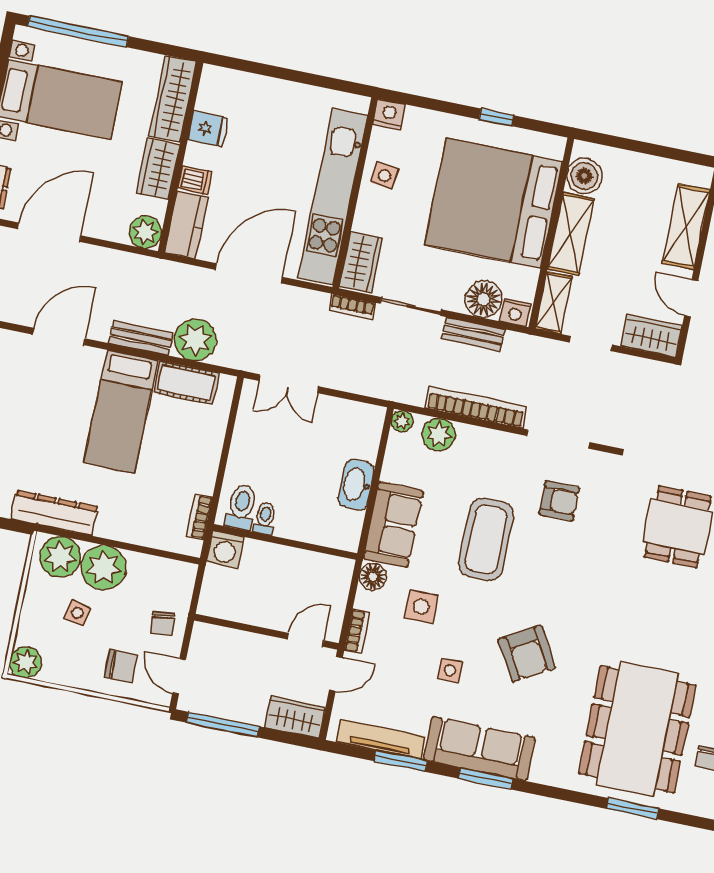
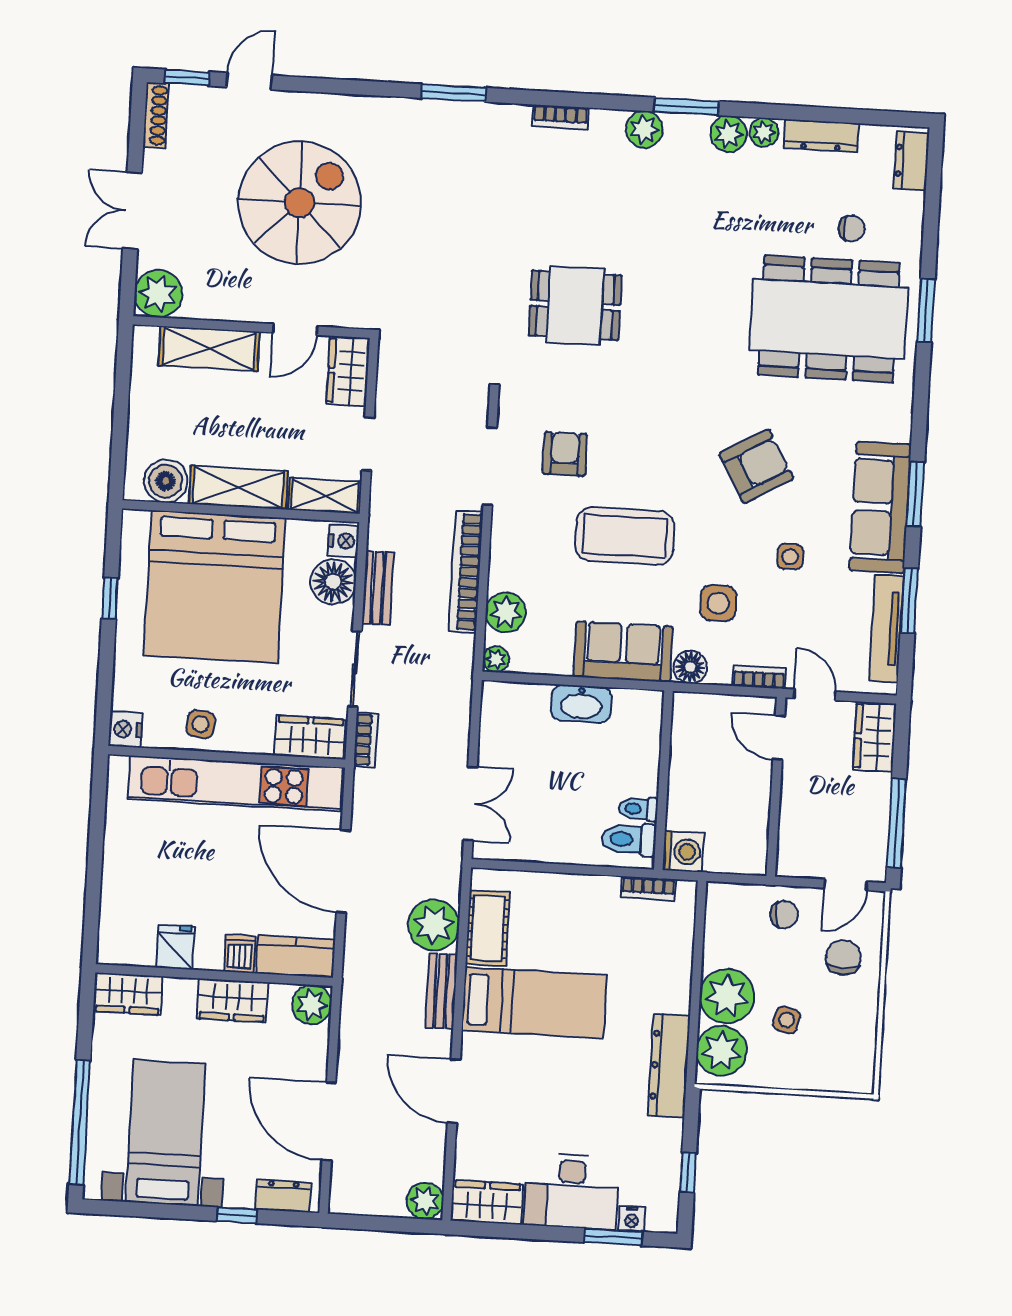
wardrobe: (173, 99) -> (128, 994), width x0.67
plant: (25, 662) -> (856, 1074), removed

